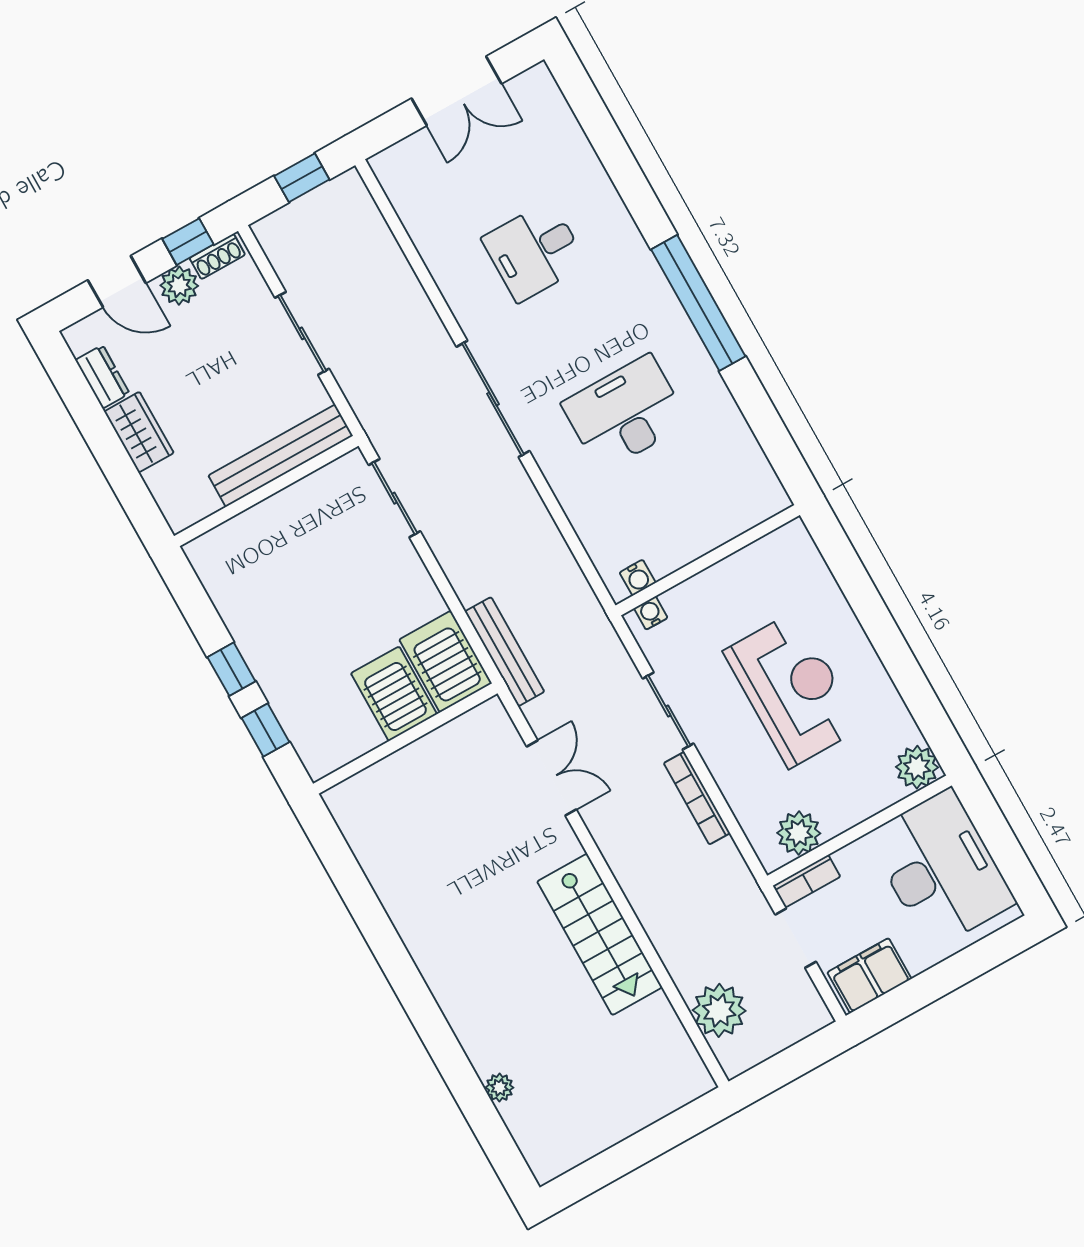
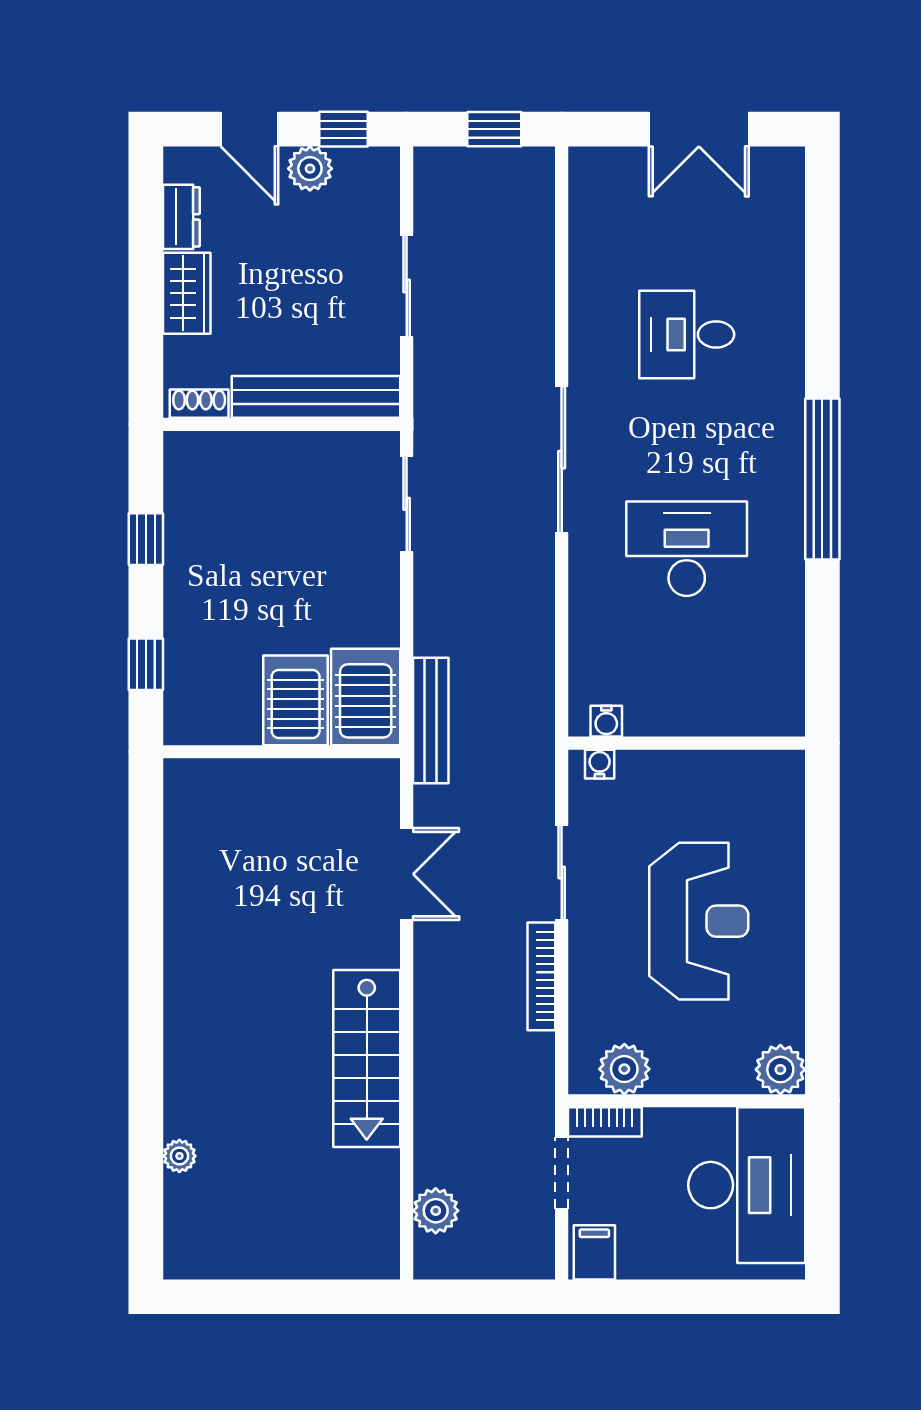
shoe rack: (217, 256) -> (199, 404), moved, turned 180
window: (231, 669) -> (146, 539), moved
filing cabinet: (869, 976) -> (594, 1252), width x0.50
plant: (719, 1010) -> (436, 1211), width x0.73, depth x0.73

